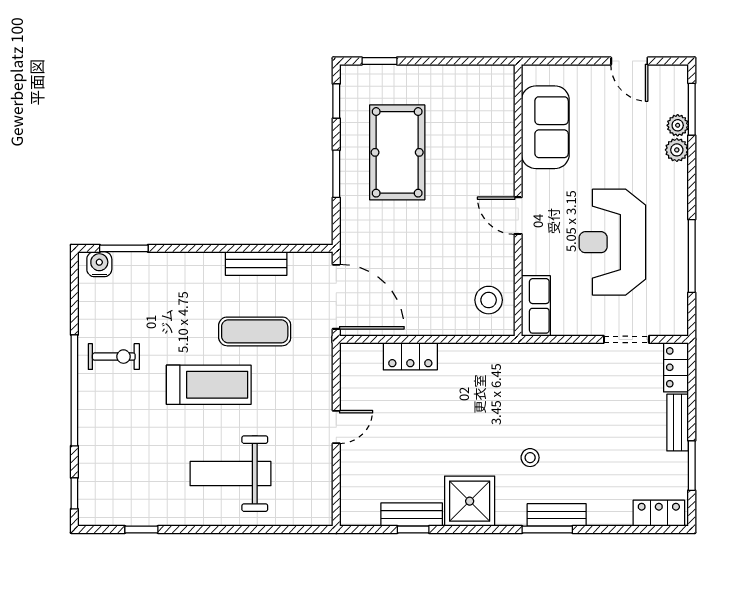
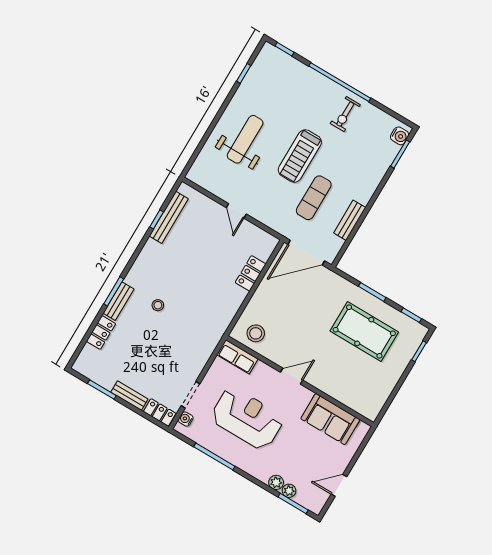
water cooler: (664, 326) -> (186, 419), added
shower: (470, 501) -> (154, 259), removed
locker: (659, 513) -> (101, 332), moved
bench: (412, 514) -> (169, 217), width x1.36

